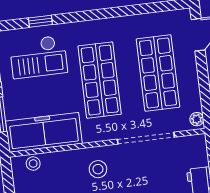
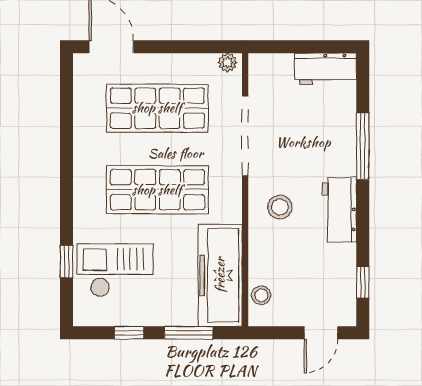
checkout: (38, 57) -> (115, 270), turned -90

